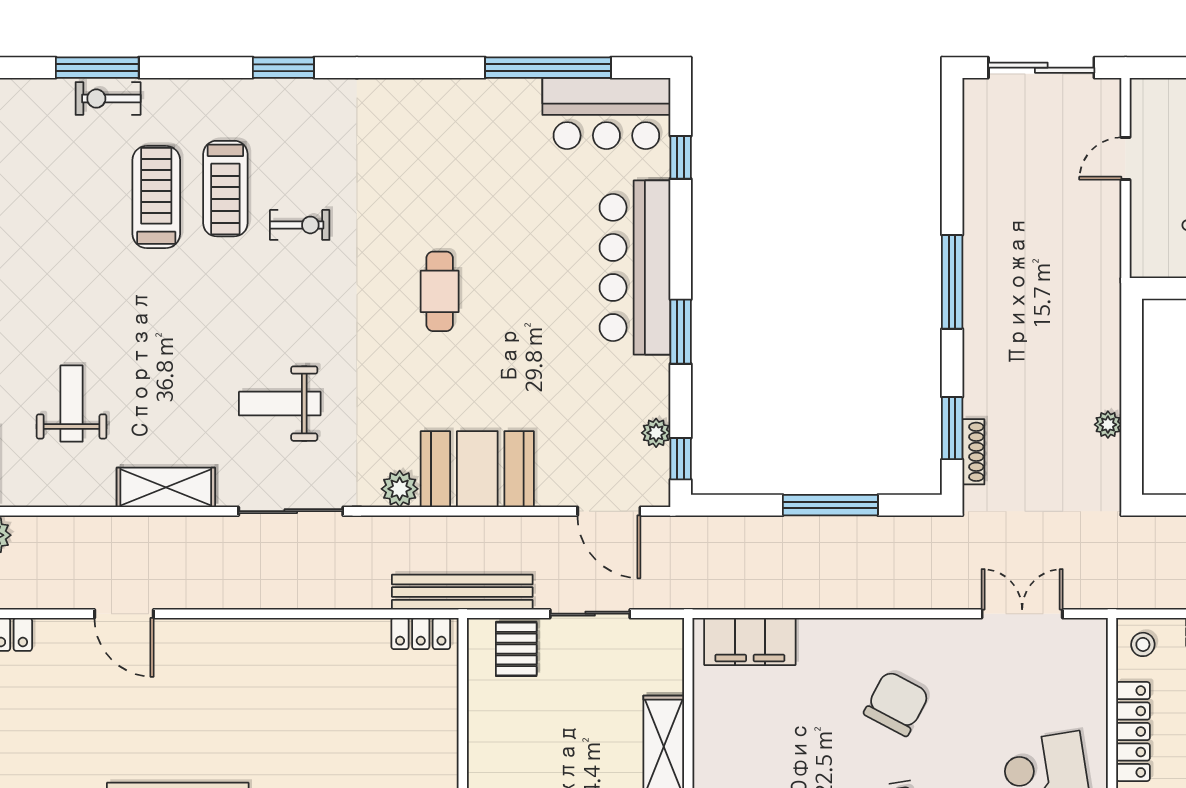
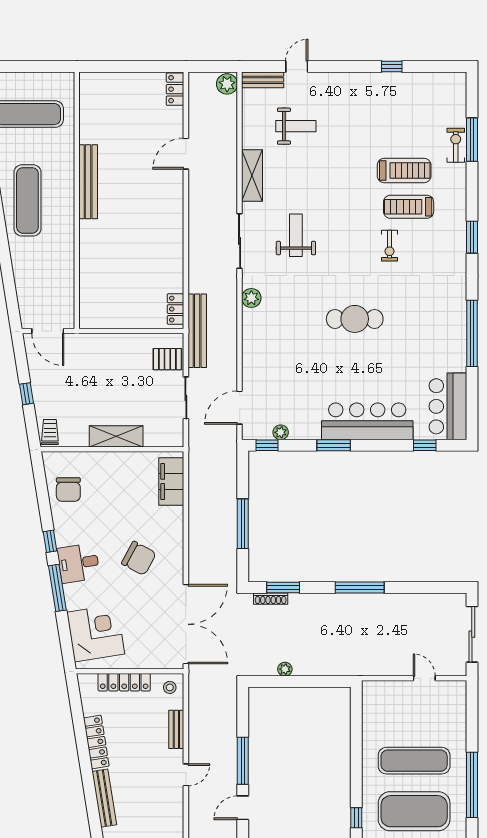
window: (548, 68) -> (472, 333), moved
cafe table: (440, 291) -> (355, 319), width x1.37, depth x1.35
booth: (477, 469) -> (262, 339), removed
double door: (1022, 614) -> (186, 624), width x1.87

